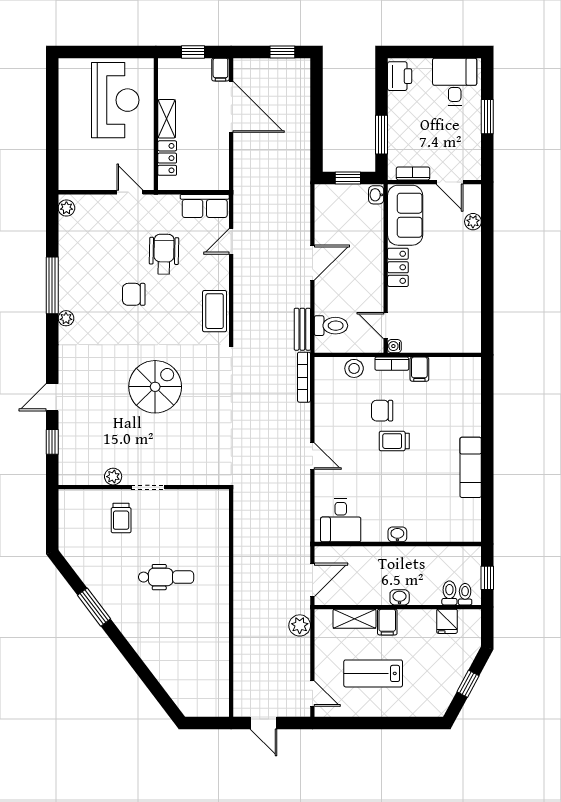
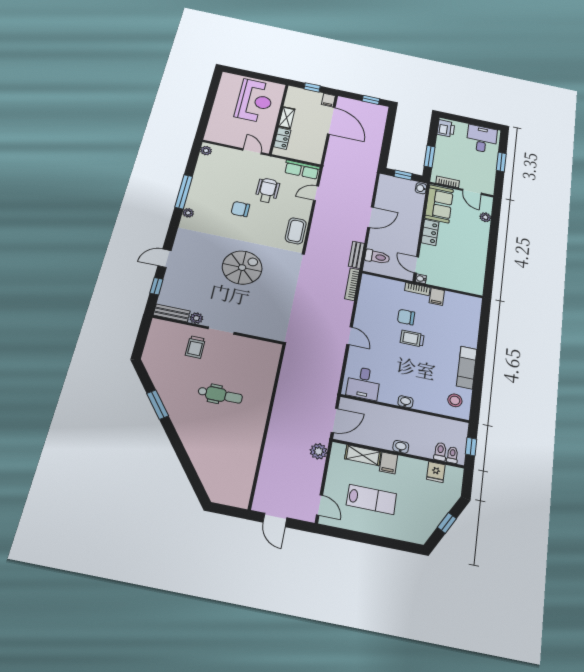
stool: (354, 368) -> (455, 400), moved
bench: (81, 477) -> (172, 313), added
lab bench: (373, 673) -> (371, 499), turned 180

